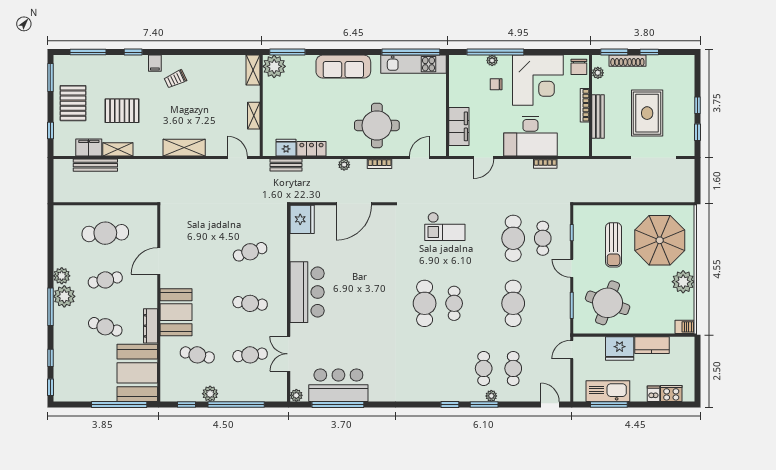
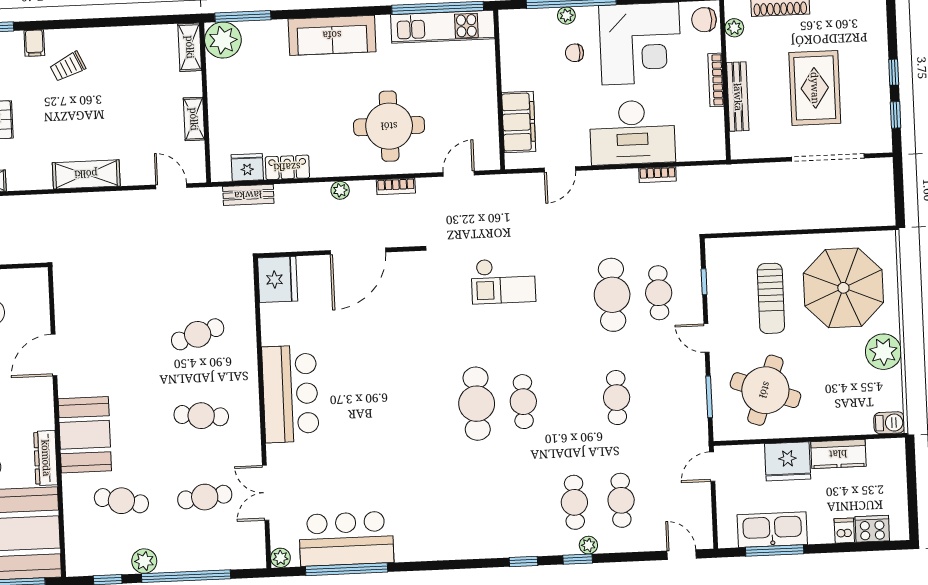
chair: (579, 67) -> (704, 20), turned 90
cafe table: (513, 303) -> (617, 398), width x0.73, depth x0.74
window: (484, 404) -> (578, 559), width x0.67

